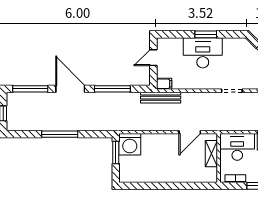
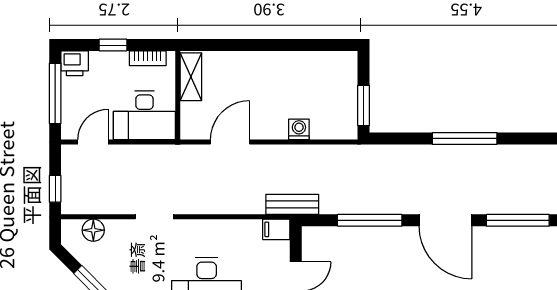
bench: (161, 98) -> (292, 204), width x0.73
washing machine: (130, 144) -> (299, 129), moved, width x0.53, depth x0.53
shelving: (211, 154) -> (191, 77), moved

